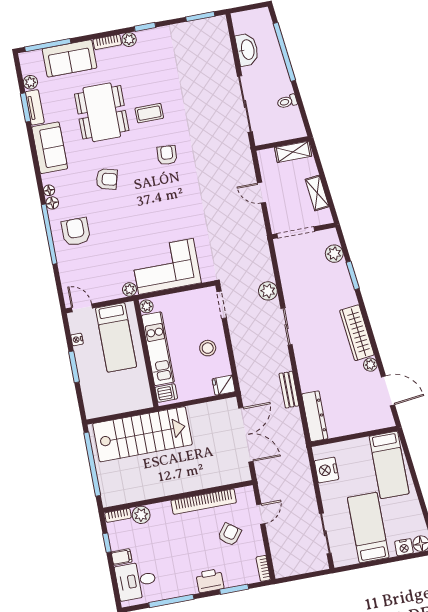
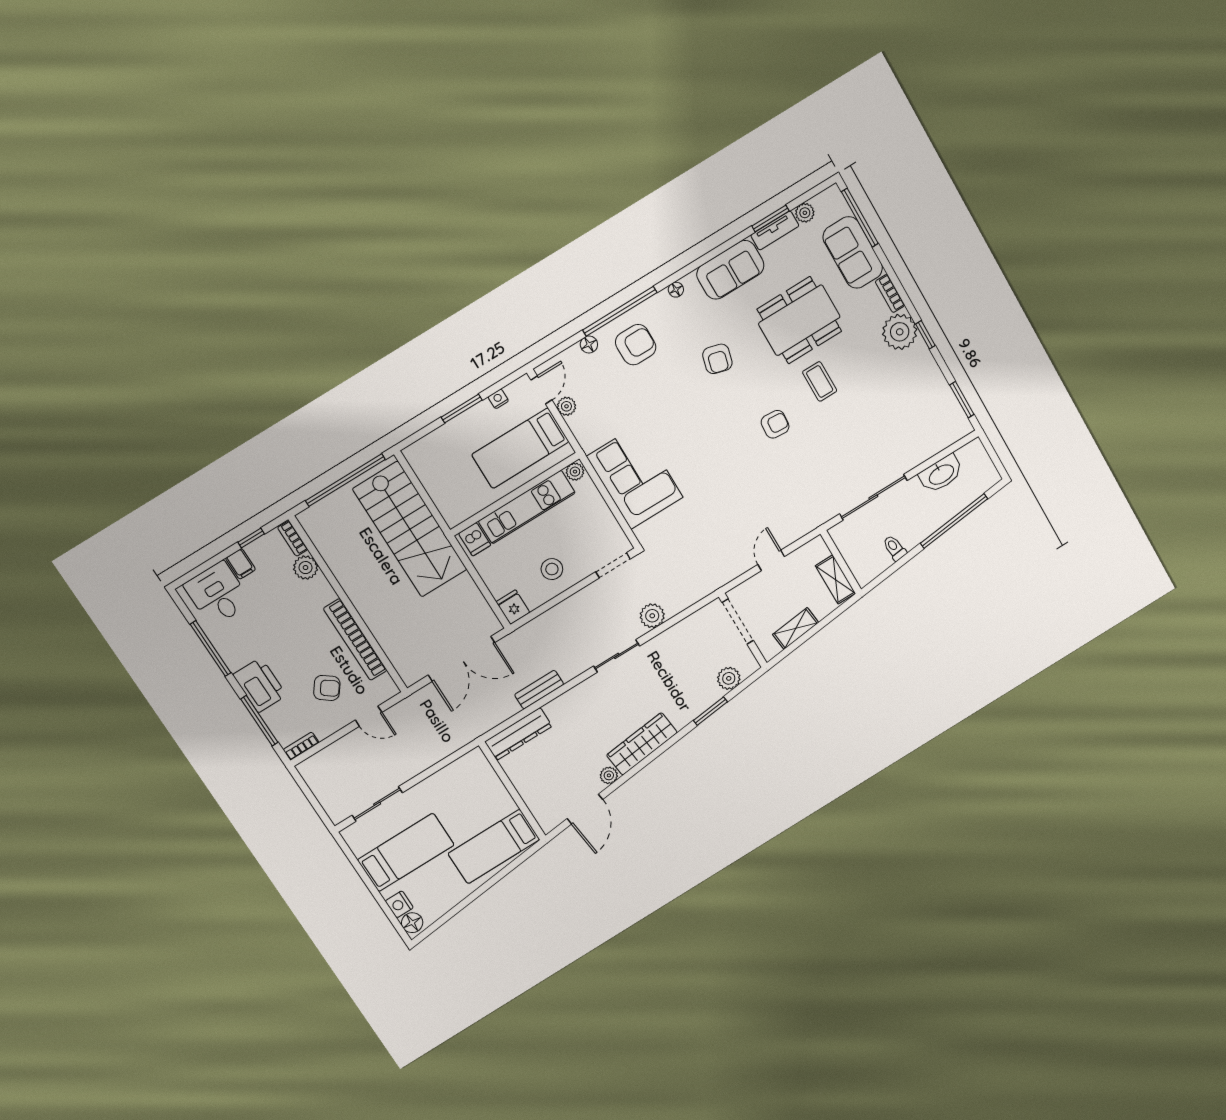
plant: (129, 40) -> (900, 332), width x1.88, depth x1.88
floor lamp: (52, 203) -> (589, 344), moved
plant: (129, 289) -> (566, 406), moved
nightstand: (327, 470) -> (457, 774), removed
printer: (210, 581) -> (260, 685), width x1.37, depth x1.19
window: (234, 589) -> (259, 721), width x1.44

